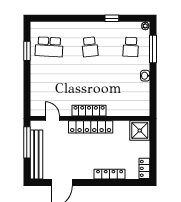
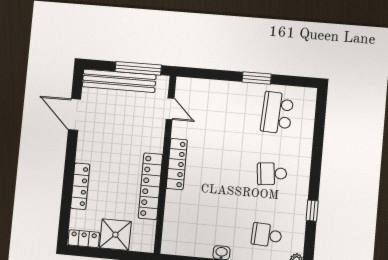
window: (27, 51) -> (257, 78), moved
door: (52, 118) -> (170, 109), hinge flipped
locker: (91, 127) -> (150, 186), moved
shower: (140, 131) -> (115, 235), moved

